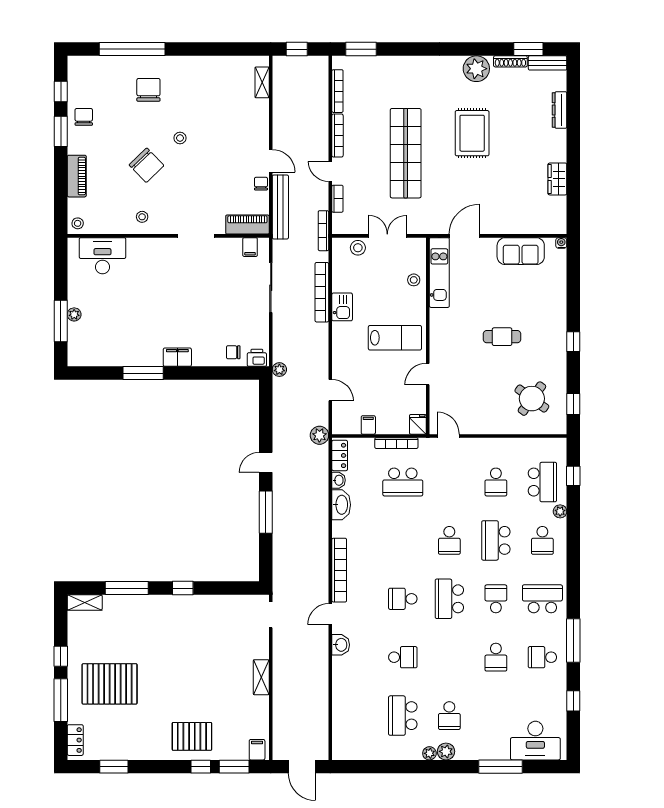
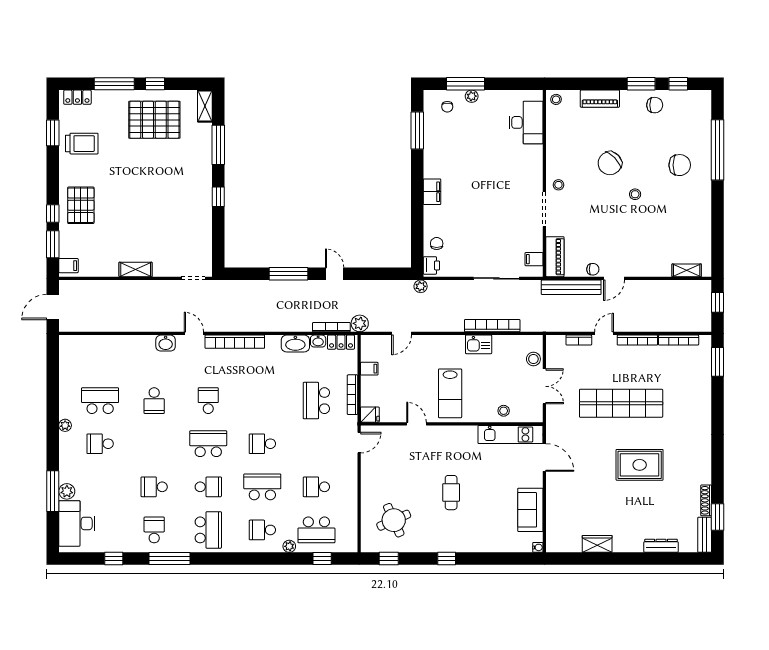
plant: (476, 69) -> (699, 469), removed
stool: (142, 217) -> (558, 185), moved
bookcase: (323, 231) -> (331, 327), moved
chair: (86, 341) -> (447, 107), added
window: (143, 373) -> (417, 130), moved
round table: (532, 399) -> (394, 520), turned 30
pallet: (110, 684) -> (154, 120), moved, turned 90
trolley: (125, 735) -> (82, 144), added
plant: (446, 751) -> (67, 491), moved

